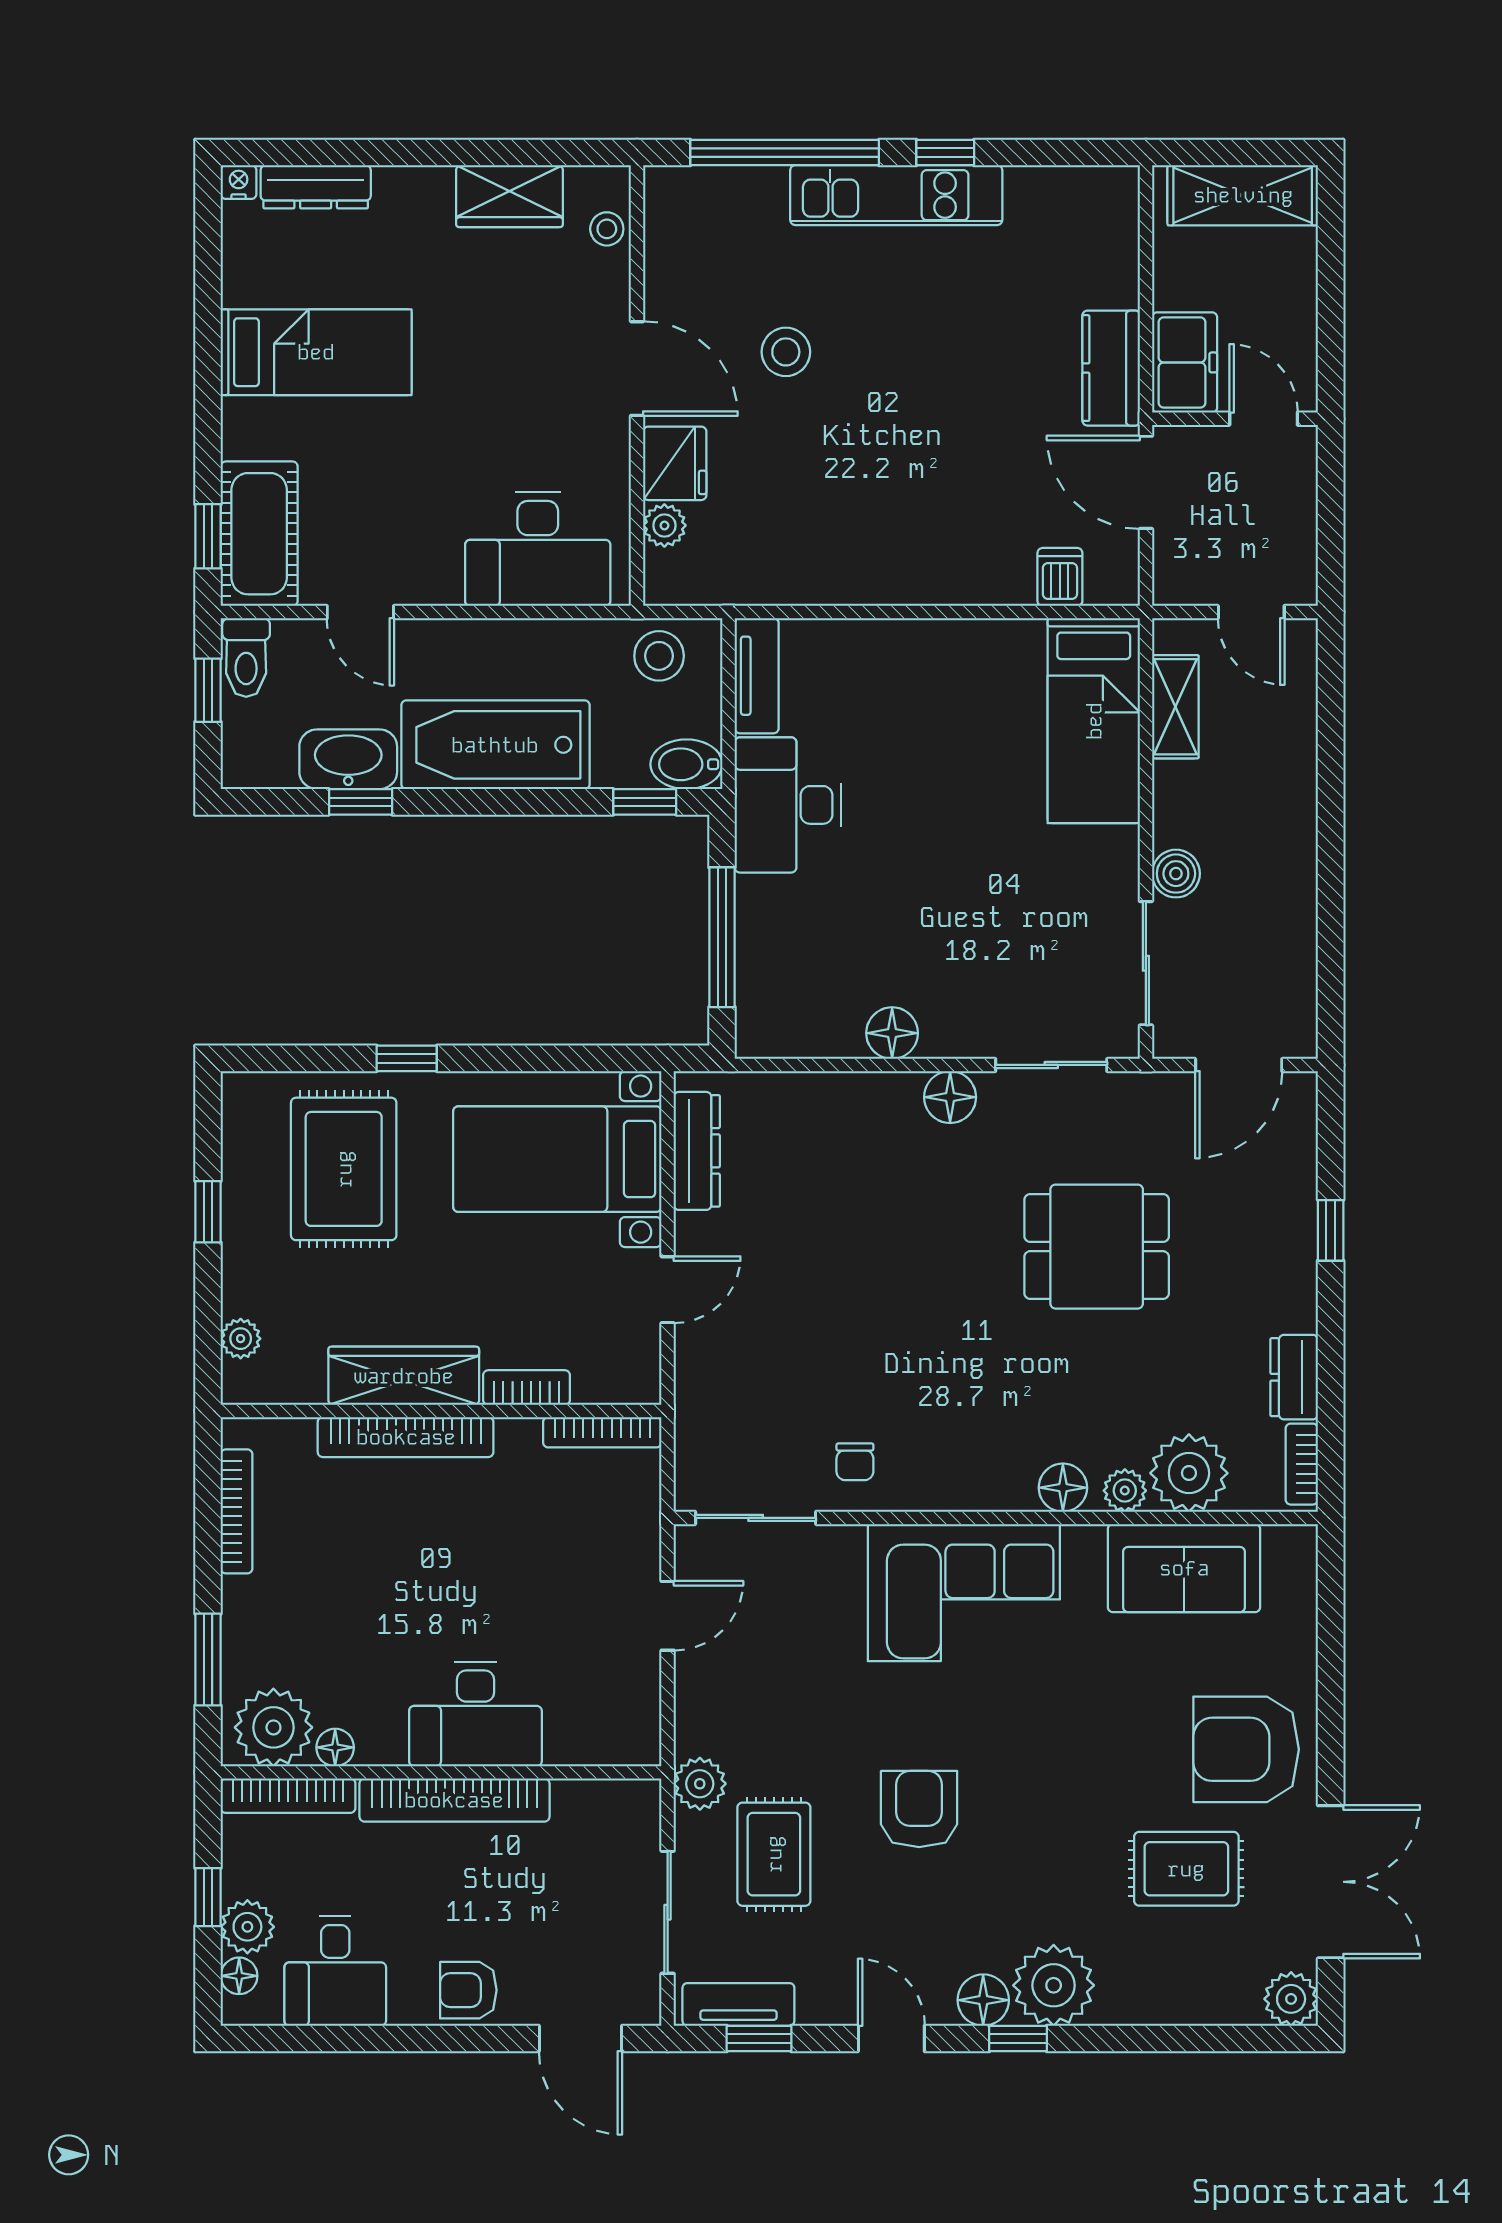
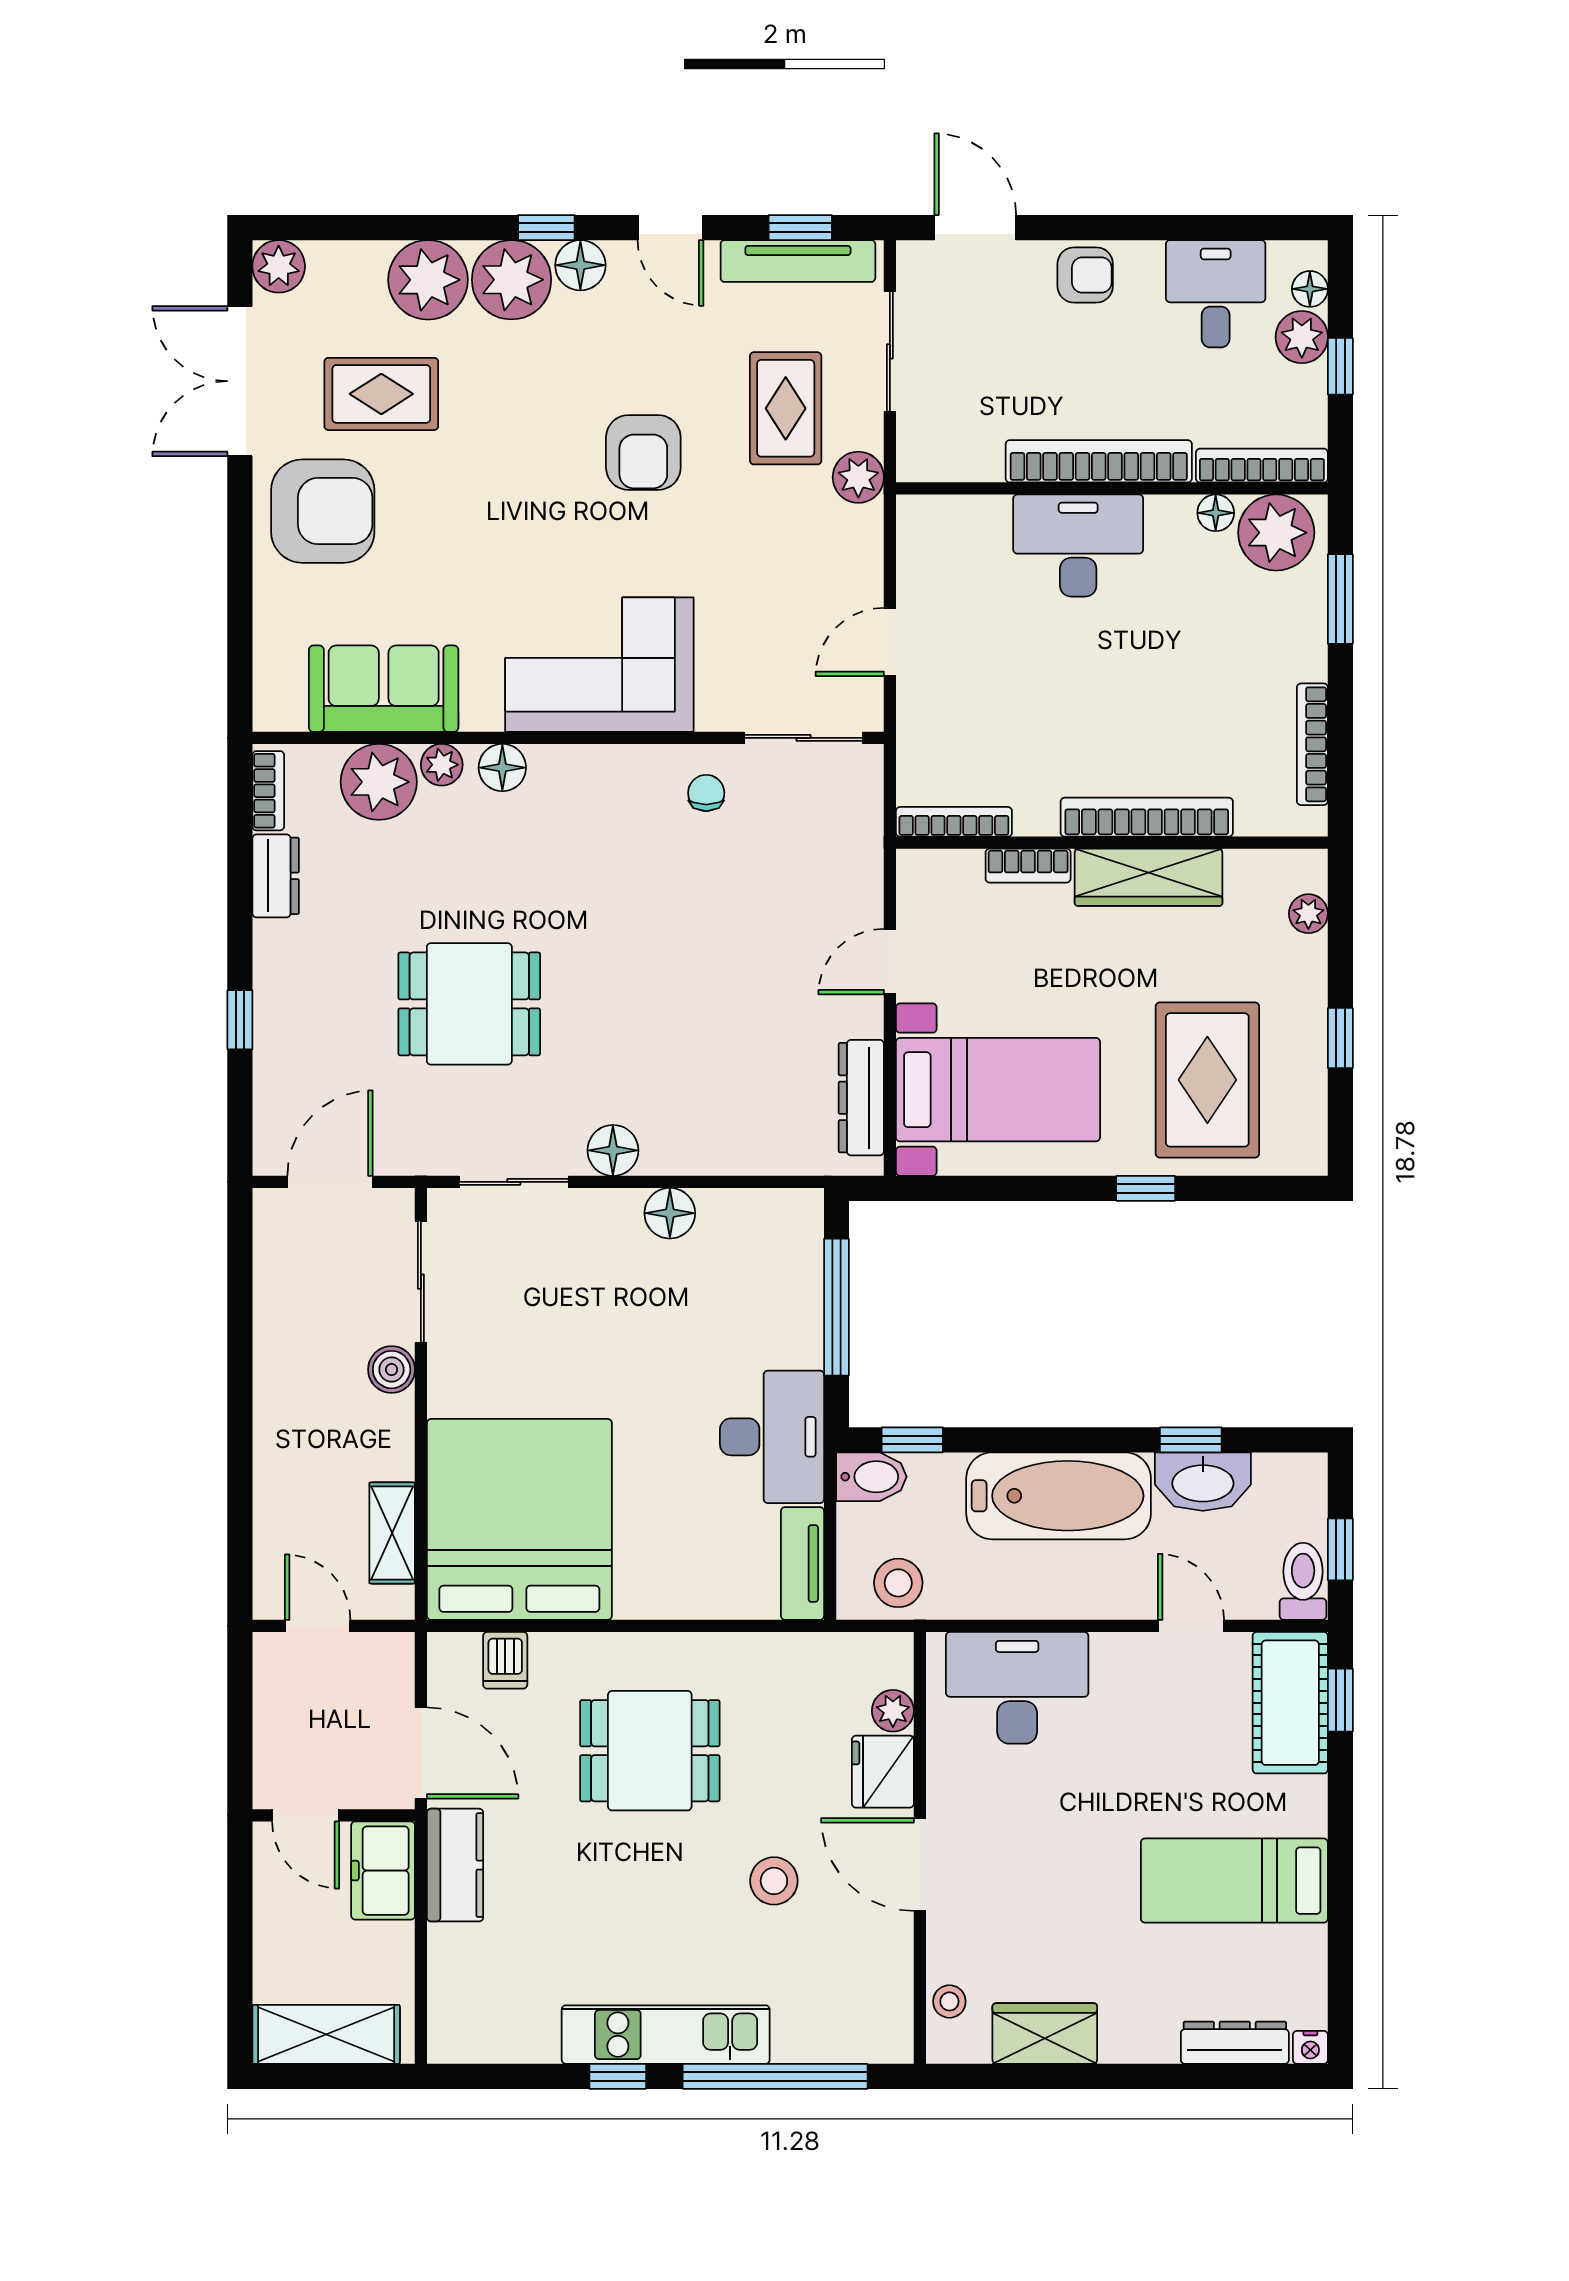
dining table: (912, 485) -> (650, 1751), added
bed: (1094, 721) -> (519, 1519), width x2.04
plant: (1139, 1985) -> (428, 280), added
tv unit: (738, 2004) -> (798, 261), width x1.41

